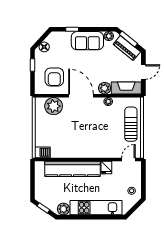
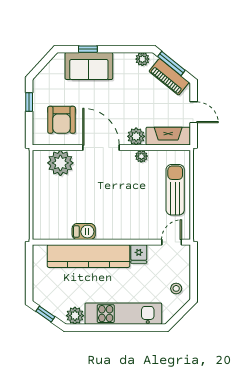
sofa: (87, 41) -> (89, 66), moved
floor lamp: (44, 47) -> (46, 75), removed
door: (143, 72) -> (194, 112), hinge flipped
barbecue: (42, 152) -> (84, 232), moved

